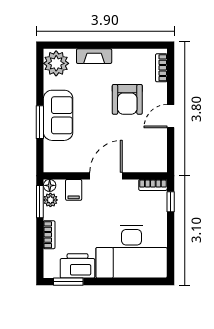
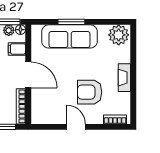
fireplace: (94, 56) -> (124, 78), moved
sofa: (58, 115) -> (69, 36), width x1.36
bookcase: (153, 185) -> (21, 106), width x1.56

